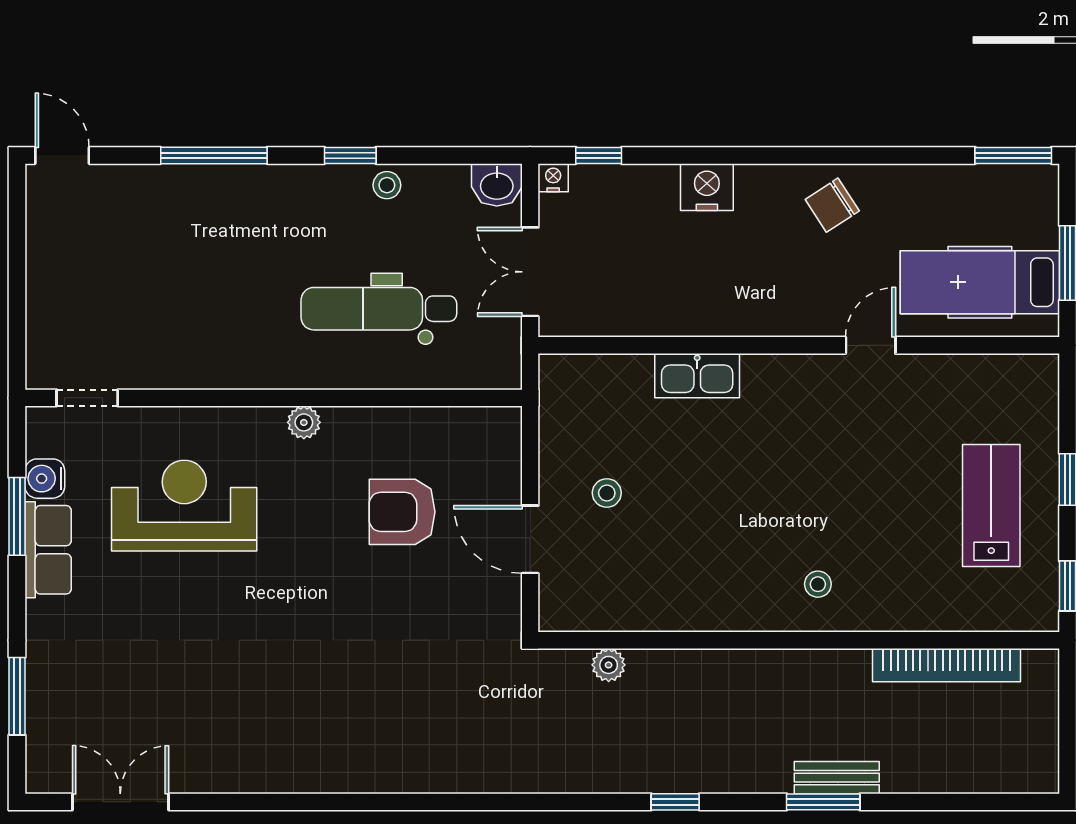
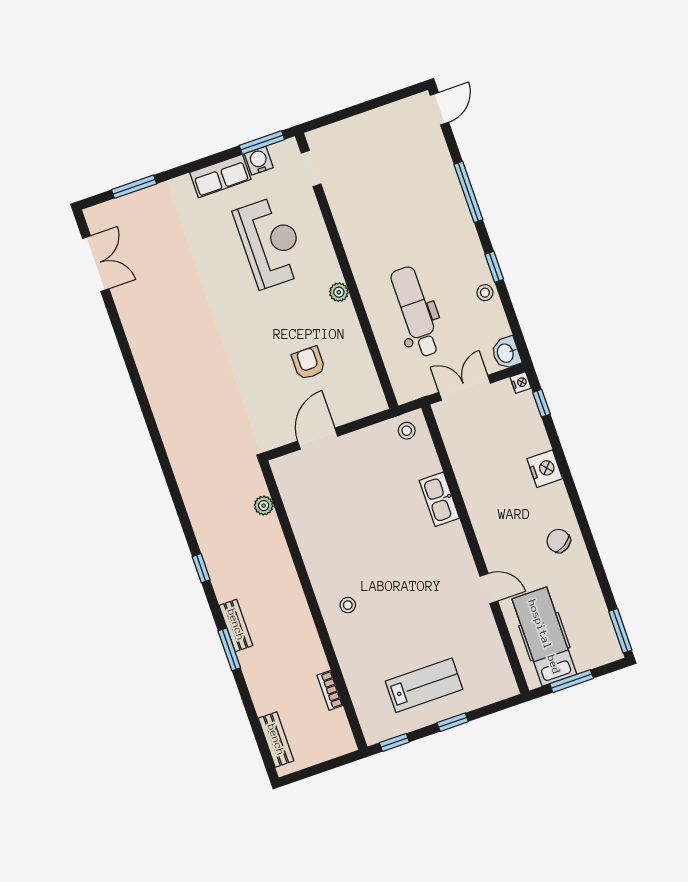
stool: (607, 493) -> (407, 431), moved
armchair: (402, 512) -> (308, 363), width x0.72, depth x0.72
window: (17, 516) -> (262, 142), moved
bookcase: (947, 665) -> (330, 690), width x0.43, depth x0.76
bench: (996, 777) -> (276, 740), added
bench: (837, 778) -> (236, 625), moved

